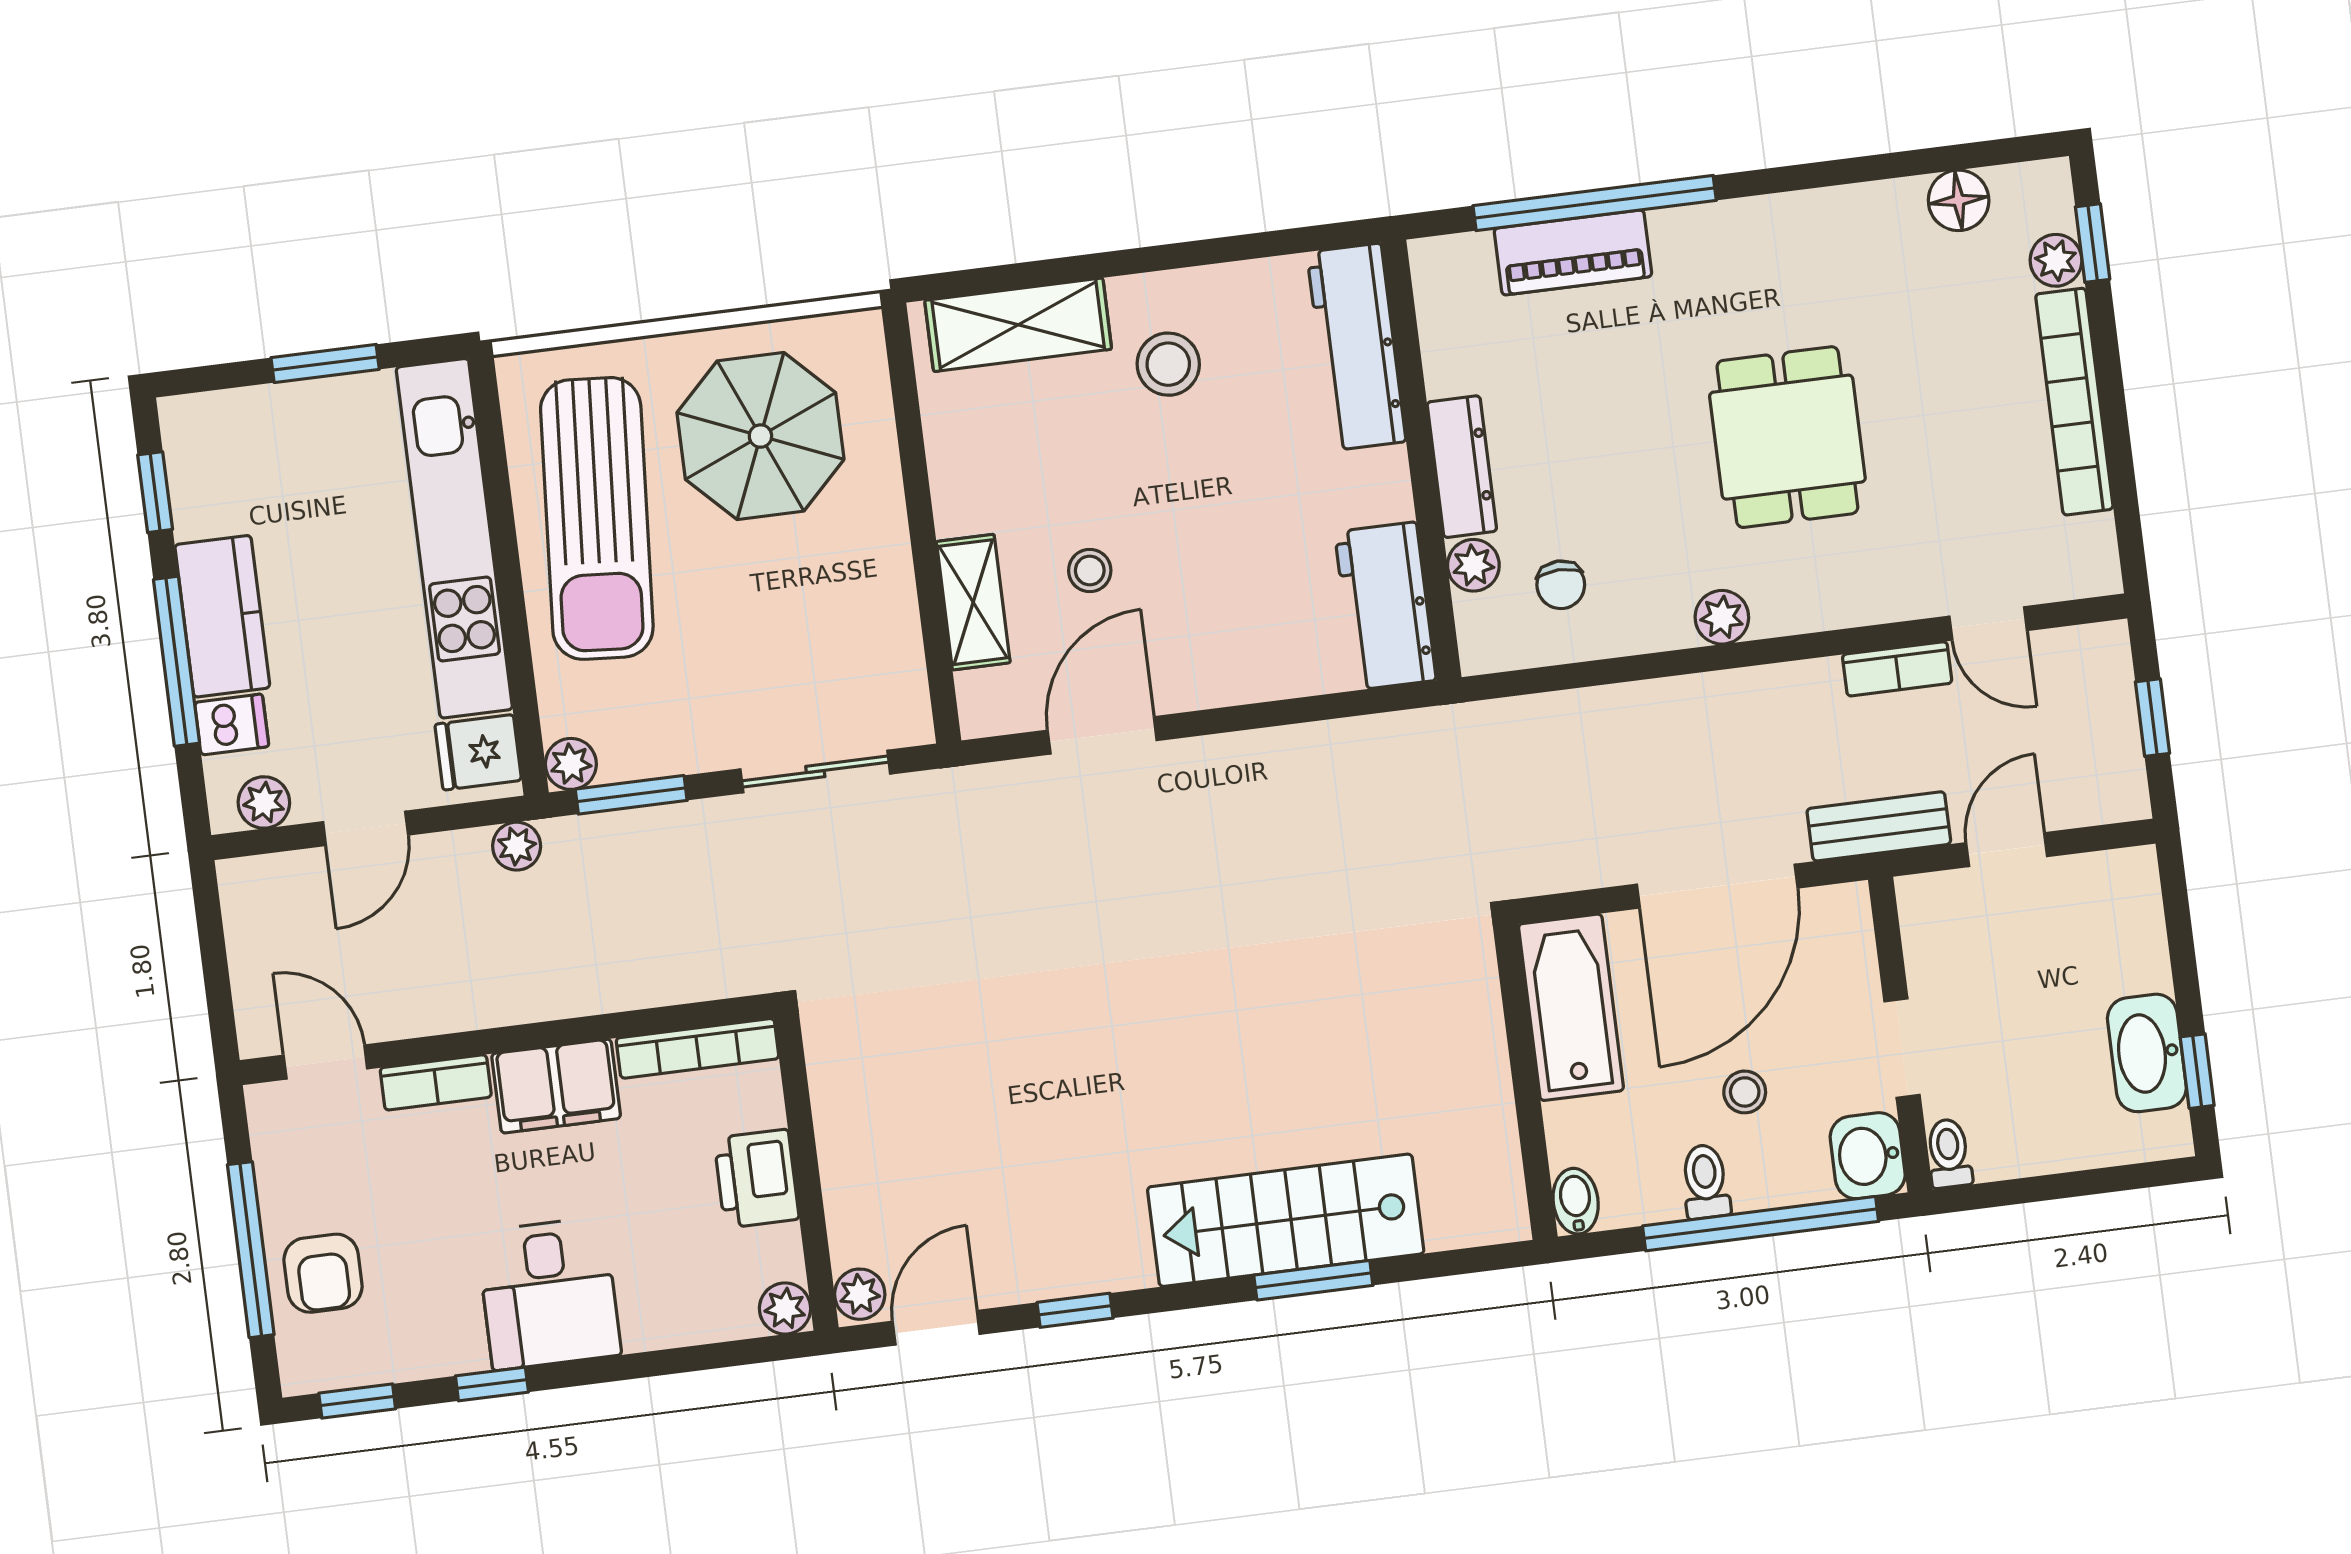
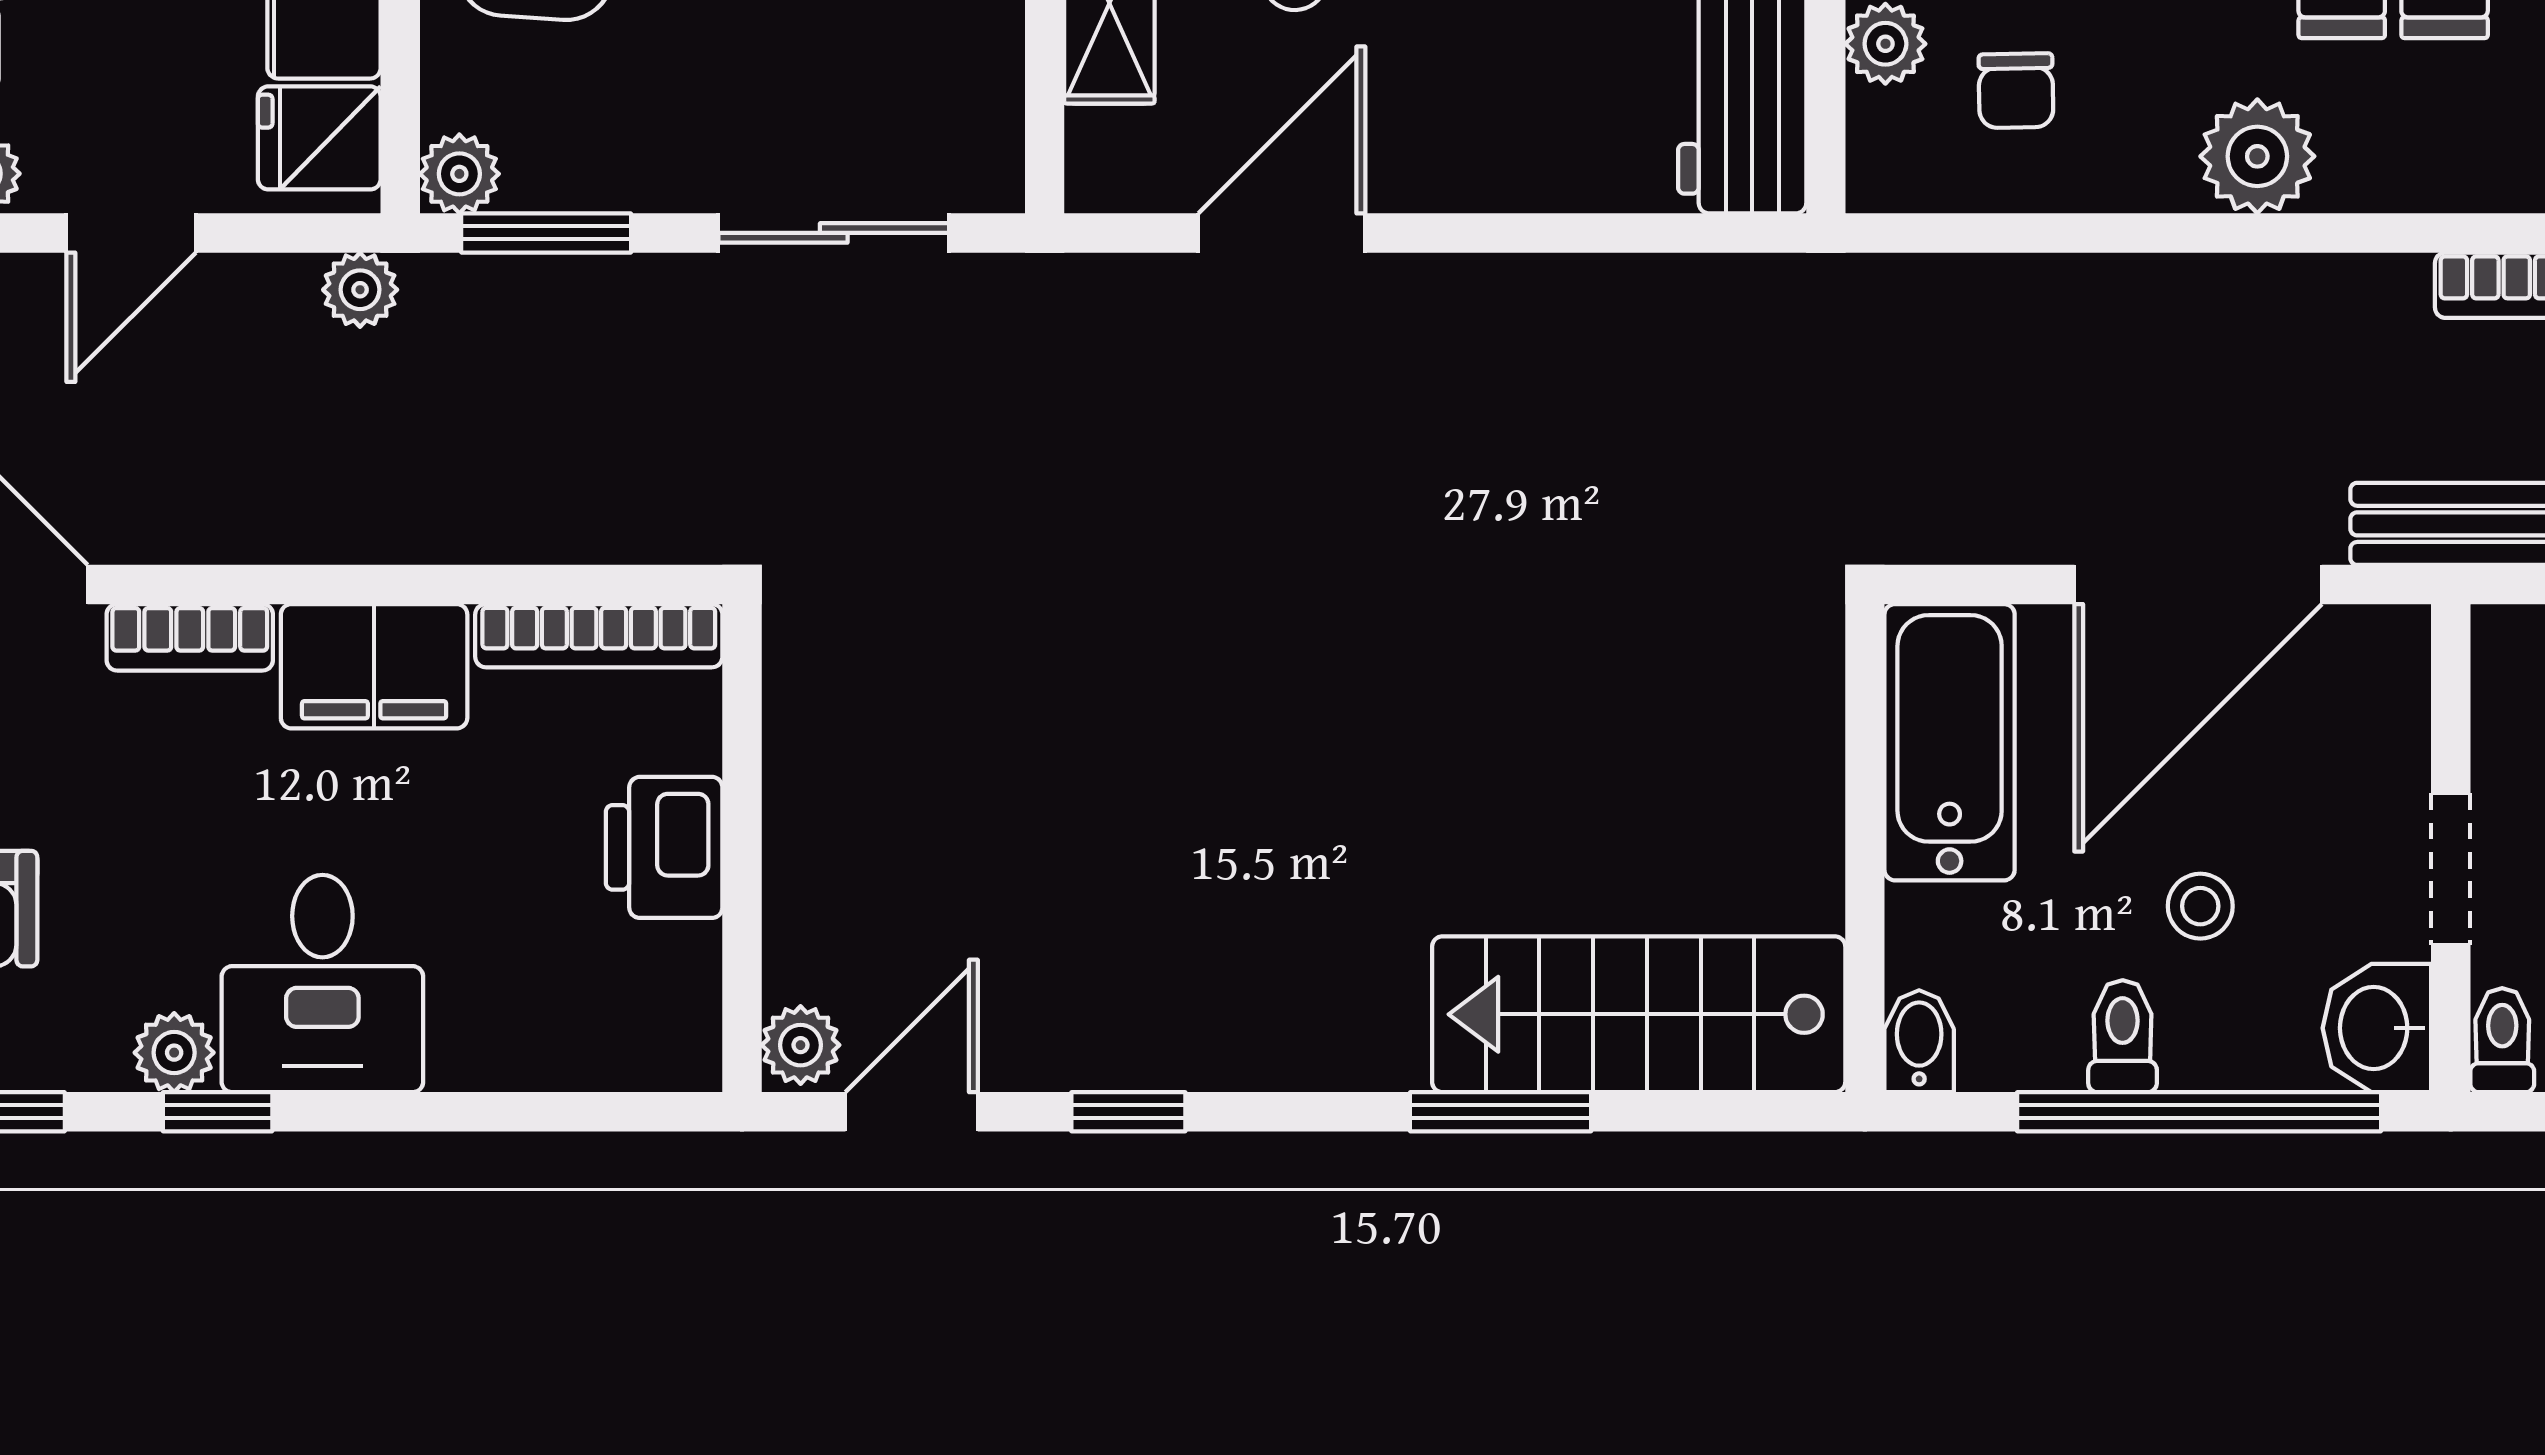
plant: (1722, 617) -> (2257, 156), width x1.38, depth x1.38
stairs: (1286, 1220) -> (1639, 1014), moved
plant: (785, 1308) -> (174, 1053), moved

